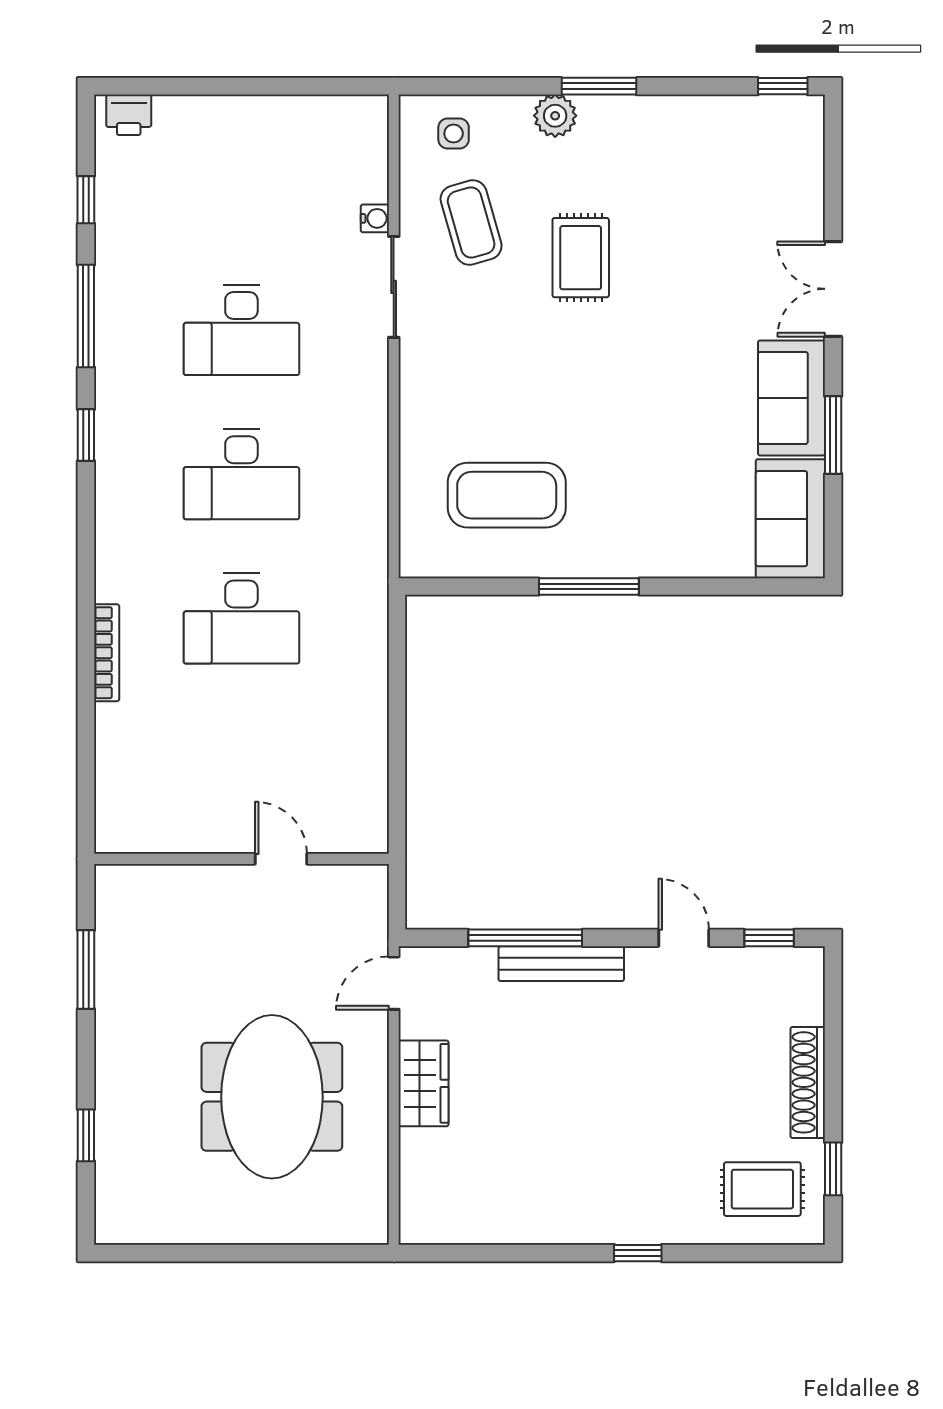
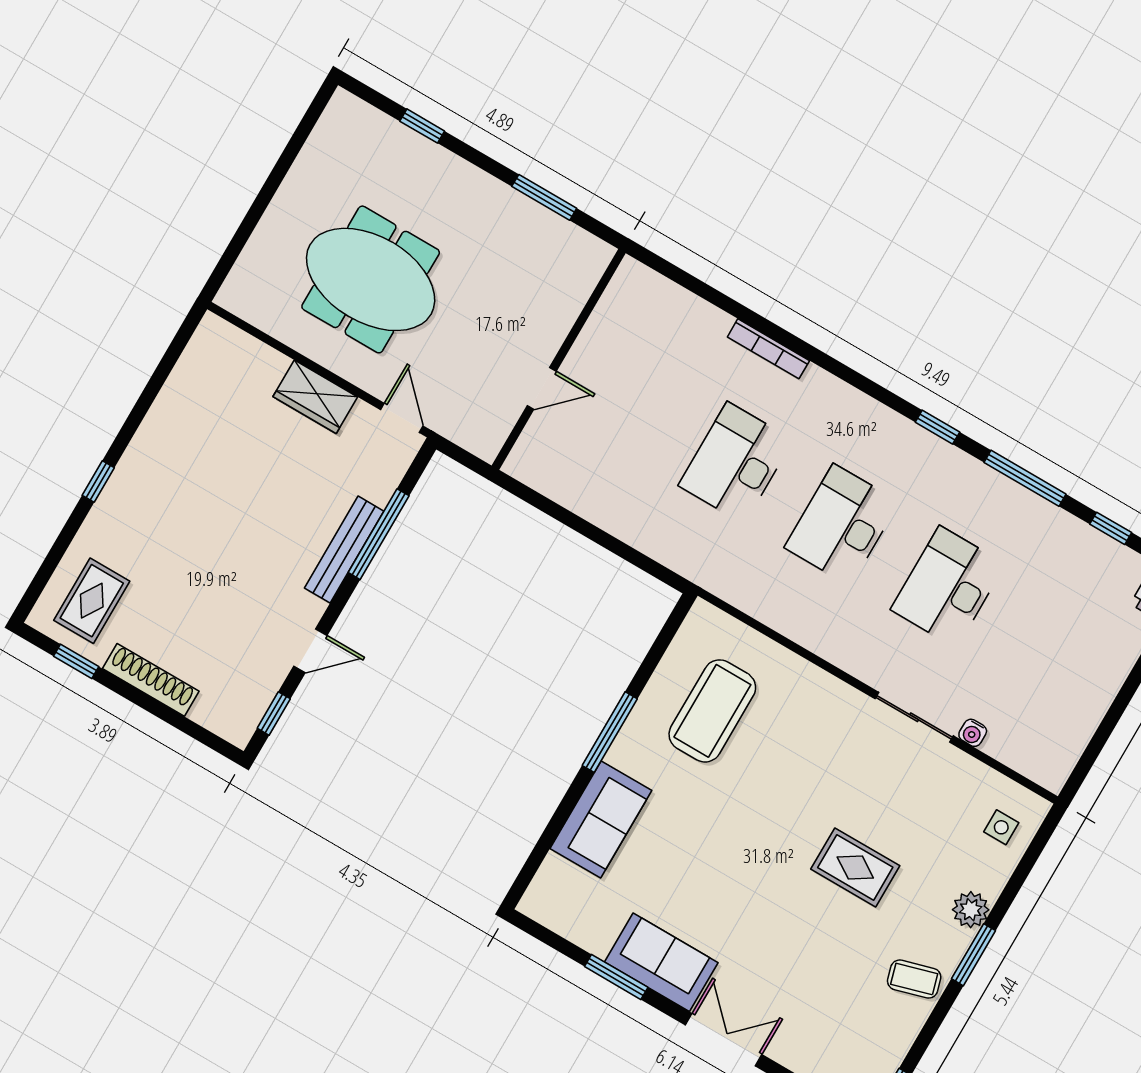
coffee table: (471, 222) -> (914, 979), moved, width x0.73, depth x0.77
sofa: (790, 519) -> (601, 820), moved, turned 90

